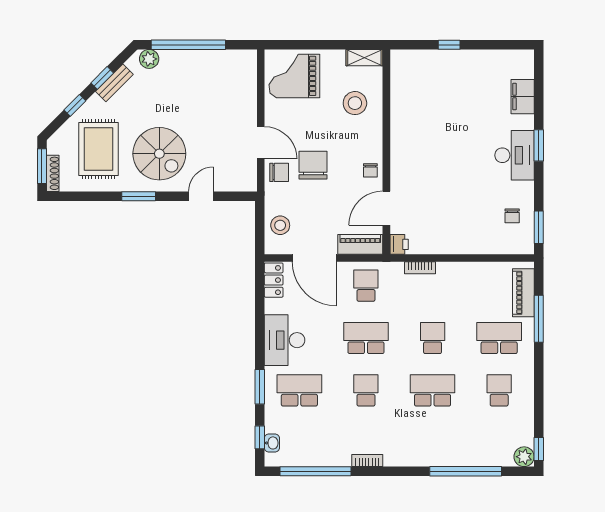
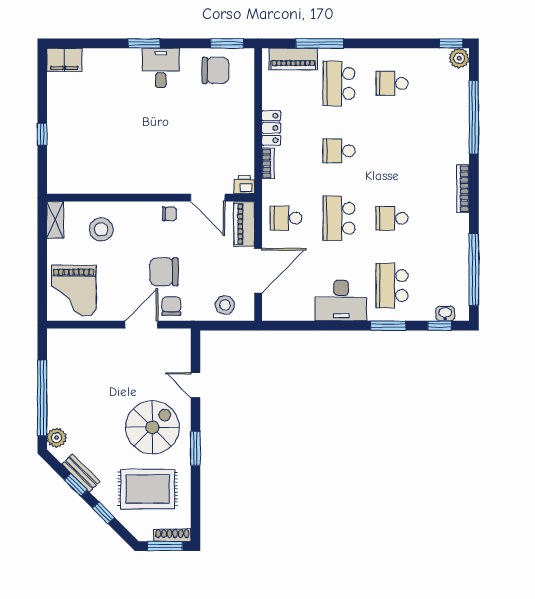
filing cabinet: (523, 97) -> (64, 60), moved
desk: (514, 155) -> (161, 68), width x0.73
chair: (512, 216) -> (215, 70), width x1.87, depth x1.87
locker: (274, 280) -> (271, 128), moved, turned 90
school desk: (433, 390) -> (392, 151), removed
bookcase: (367, 461) -> (463, 189), moved, width x1.56

